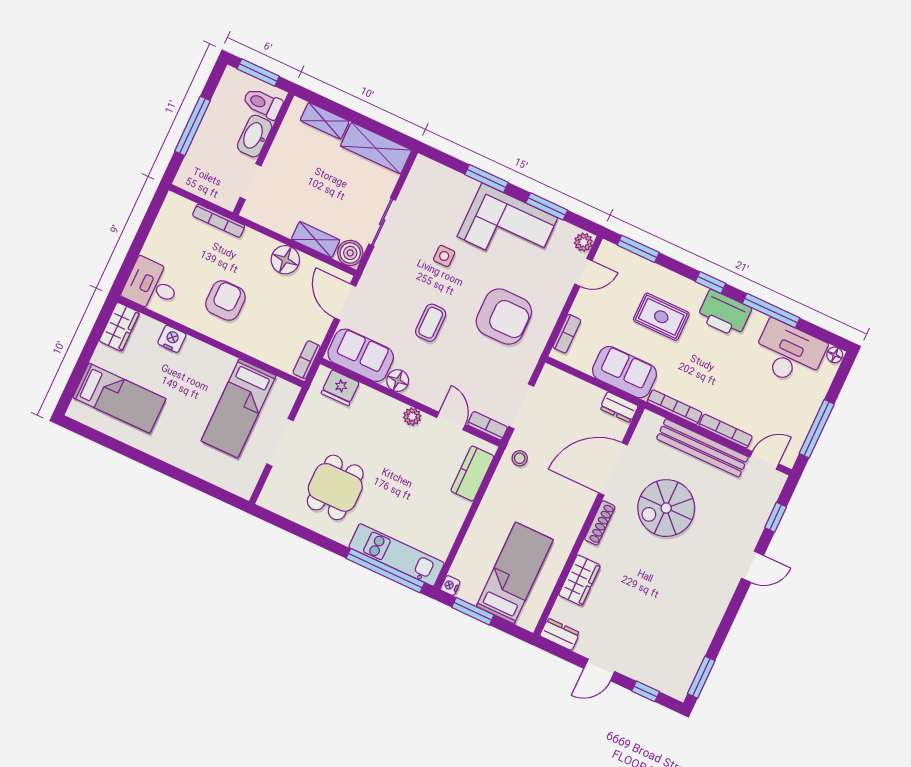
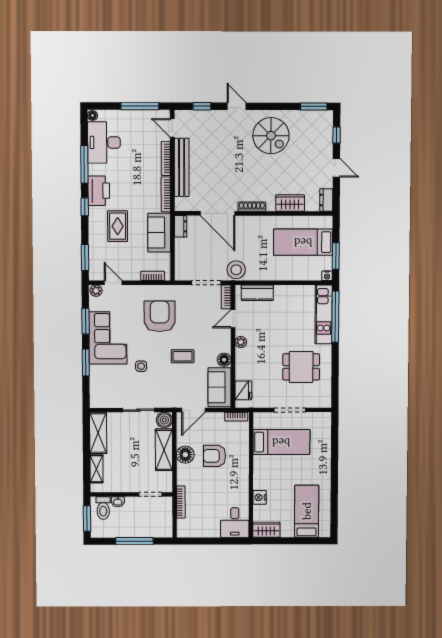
washbasin: (255, 136) -> (118, 502), width x0.52, depth x0.69
shelving: (316, 240) -> (164, 450), width x1.50, depth x1.33
armchair: (225, 301) -> (214, 456), moved
stool: (520, 458) -> (236, 270), width x1.89, depth x1.89
spiral stairs: (666, 508) -> (271, 136), moved

